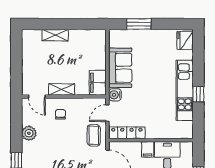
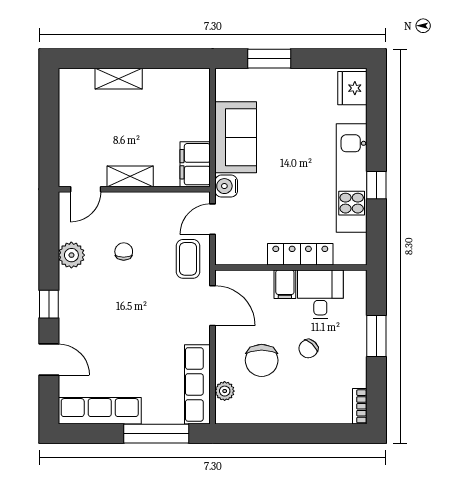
door: (37, 97) -> (86, 189), hinge flipped
chair: (60, 114) -> (124, 252), moved
locker: (127, 133) -> (300, 254), moved

